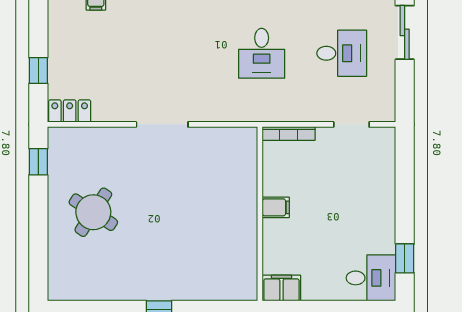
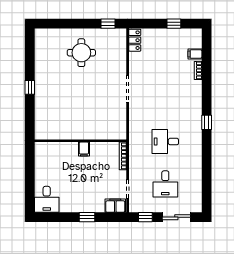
window: (38, 70) -> (174, 24), moved
window: (405, 91) -> (145, 217), added
round table: (93, 212) -> (81, 53), turned -33
window: (405, 258) -> (87, 217), moved
filing cabinet: (281, 288) -> (115, 206), moved, turned -90

